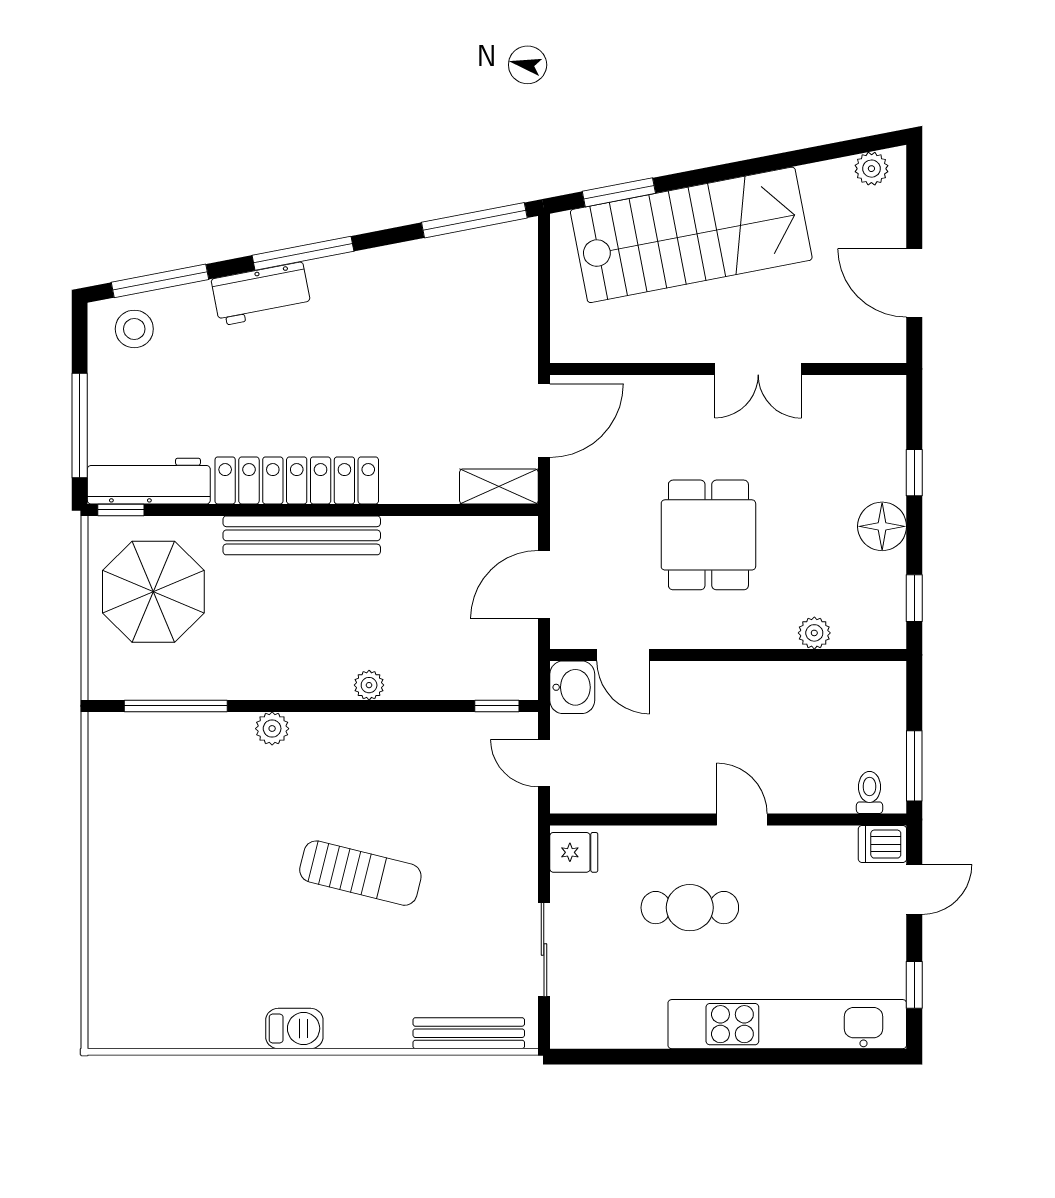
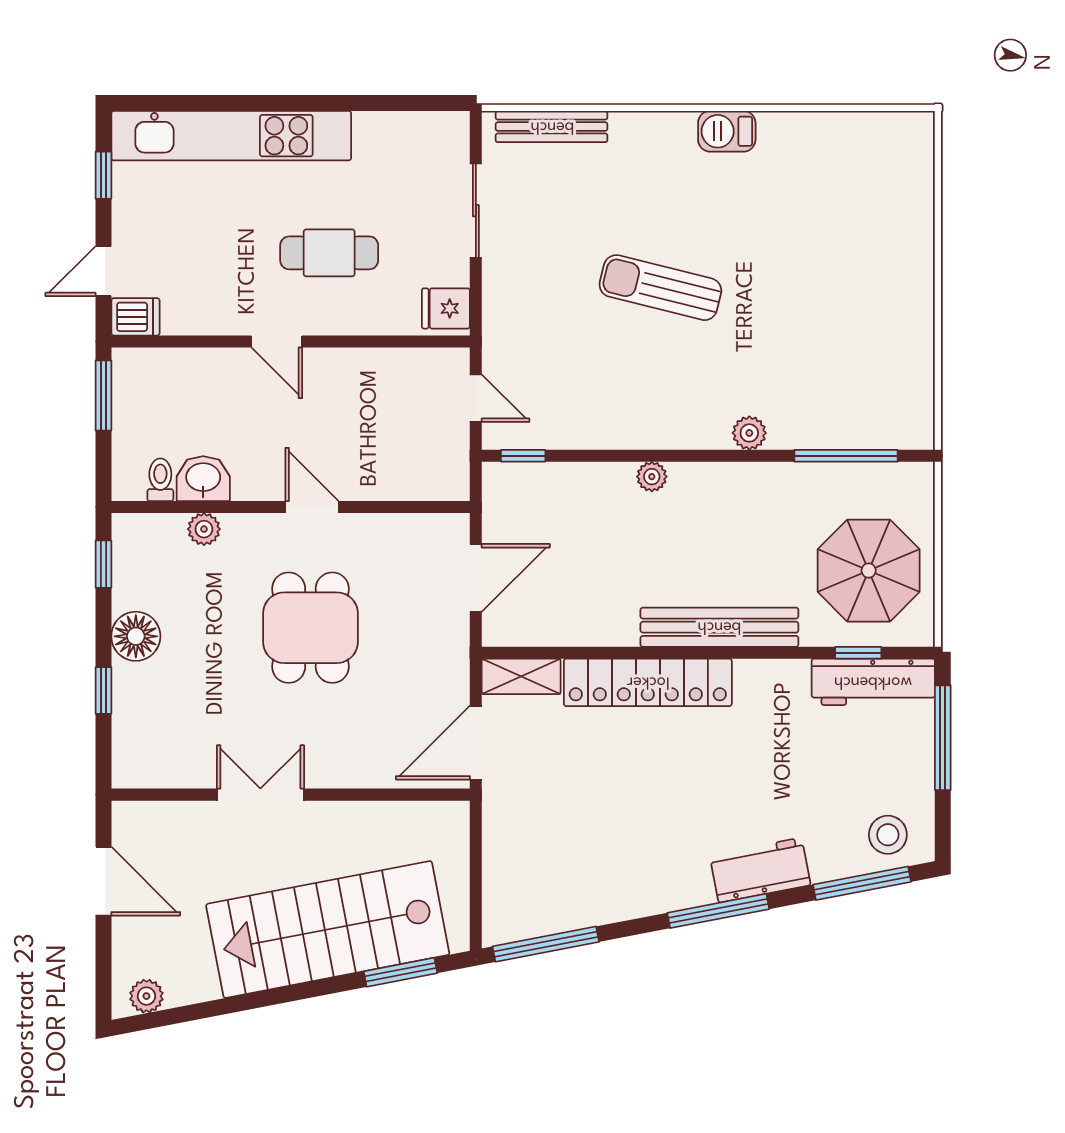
locker: (297, 480) -> (648, 682), moved
window: (121, 510) -> (858, 653), moved
door: (623, 655) -> (312, 507), moved
washbasin: (572, 687) -> (203, 479), moved, turned 90
toilet: (869, 792) -> (160, 480), moved, turned 180

